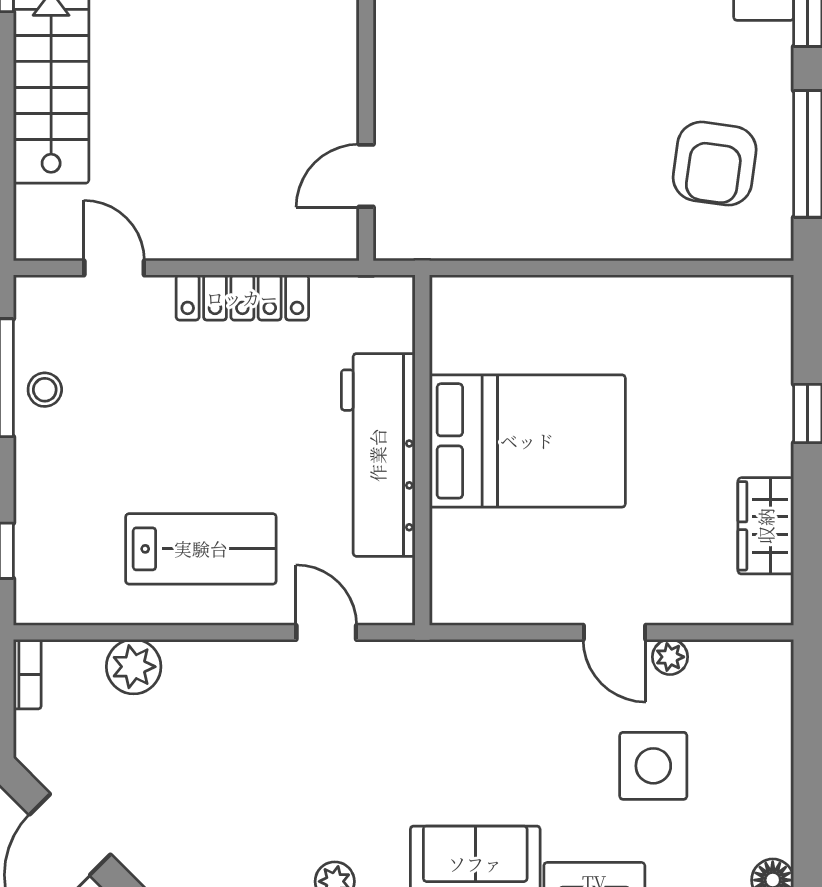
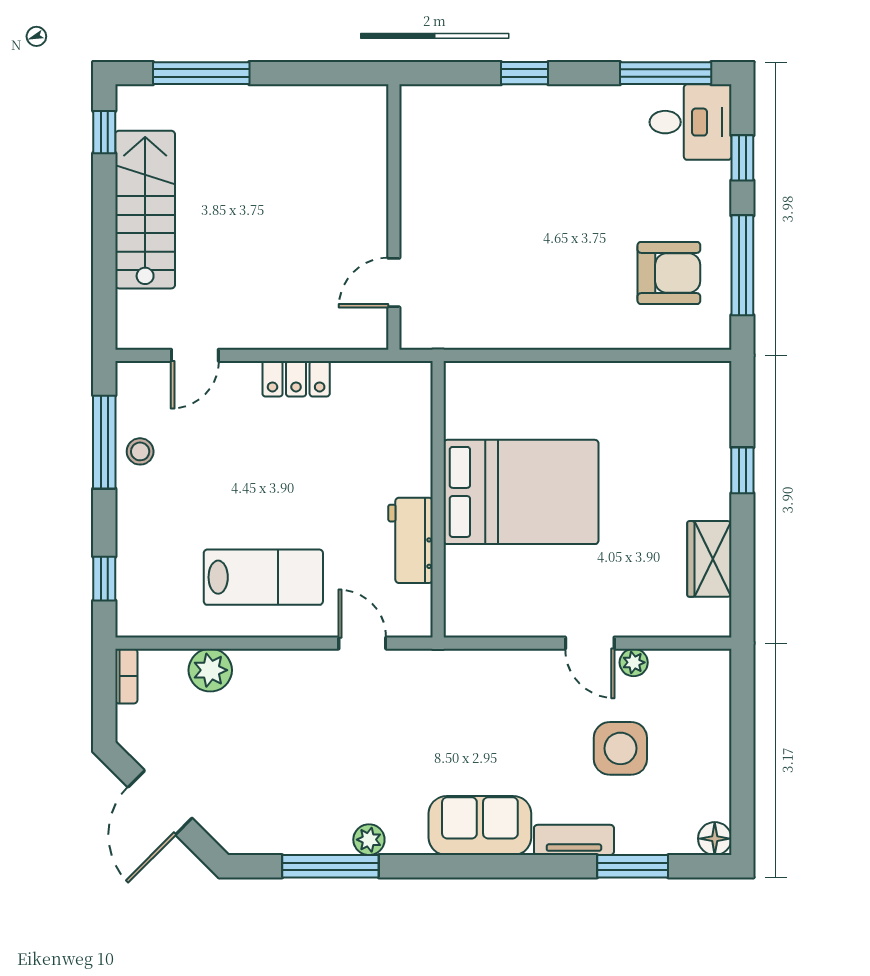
armchair: (715, 164) -> (669, 273), turned -98
door: (114, 268) -> (195, 355), swing flipped
locker: (242, 298) -> (296, 379), width x0.66
workbench: (378, 455) -> (410, 540), width x0.53, depth x0.76

